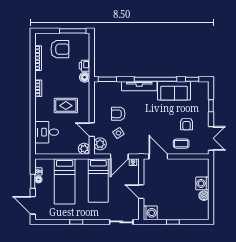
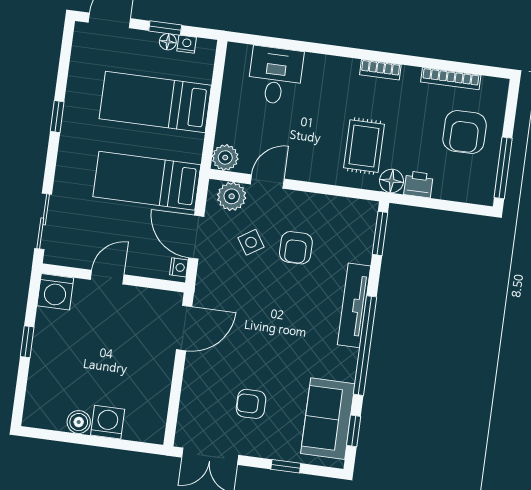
sofa: (174, 91) -> (328, 419), moved
rug: (66, 106) -> (364, 146), moved
armchair: (118, 114) -> (296, 248), turned 180
coffee table: (181, 144) -> (207, 385), removed

